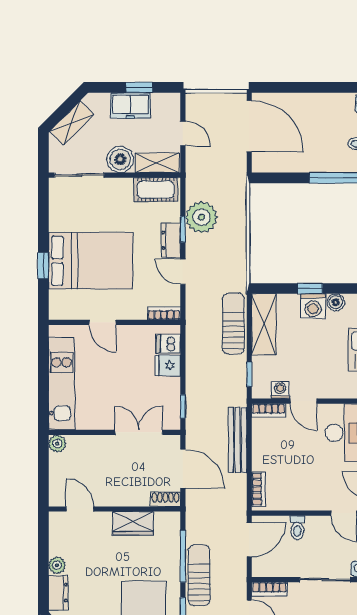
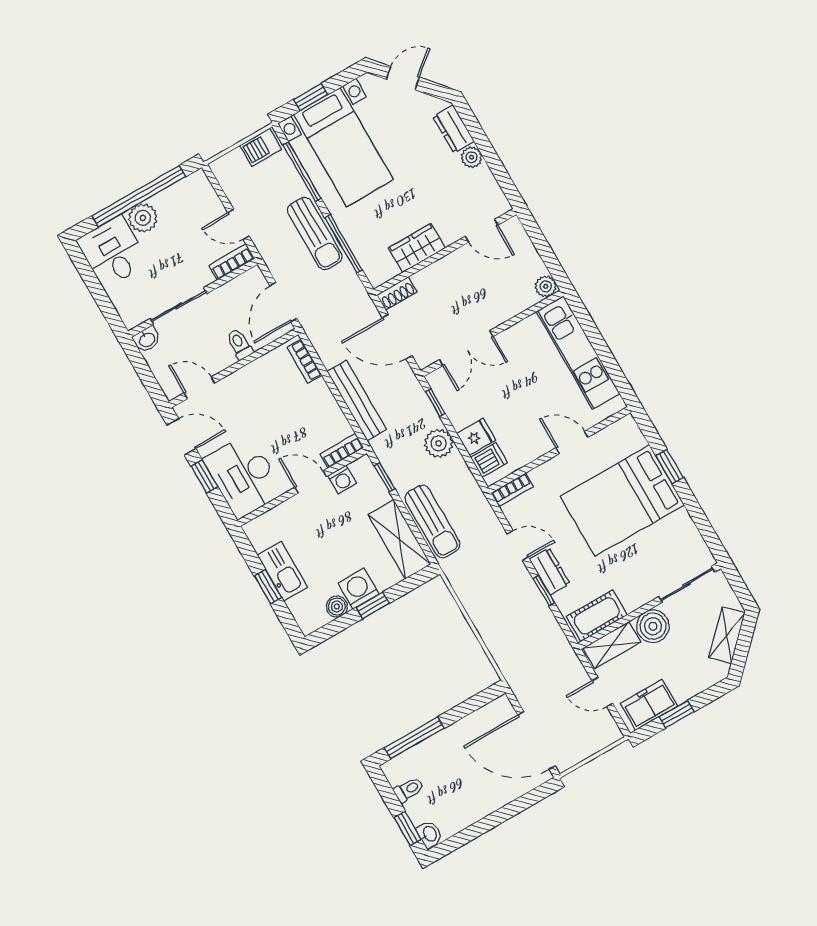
freezer: (130, 105) -> (649, 705), moved
plant: (201, 217) -> (439, 443), moved, width x0.73, depth x0.73

